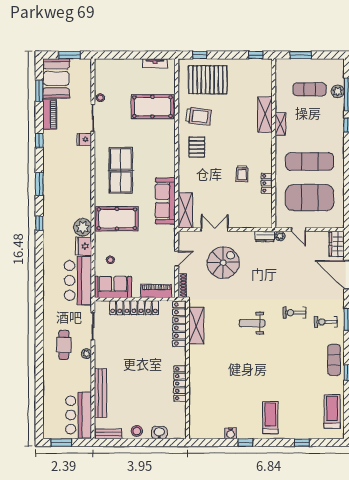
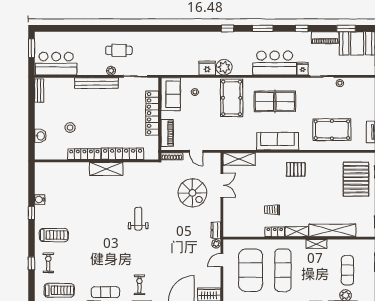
pool table: (152, 107) -> (332, 130), turned 90
shelving: (265, 114) -> (332, 230), width x1.47
trolley: (198, 116) -> (323, 171), removed
shelving: (266, 146) -> (297, 232), added
locker: (267, 183) -> (275, 232), moved
sofa: (165, 201) -> (278, 141), moved
bar counter: (78, 280) -> (275, 63), moved
exercise bike: (294, 313) -> (48, 263), moved
locker: (179, 324) -> (123, 154), moved
shelving: (196, 326) -> (106, 169), moved
bench: (100, 393) -> (97, 83), moved
stool: (137, 431) -> (70, 128), moved

